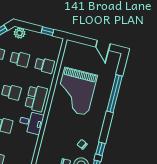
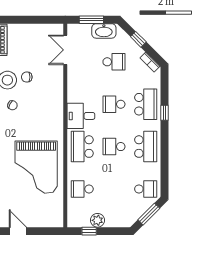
plant: (20, 33) -> (97, 220), moved
school desk: (20, 59) -> (114, 189), removed
grand piano: (76, 91) -> (36, 167), turned 180

